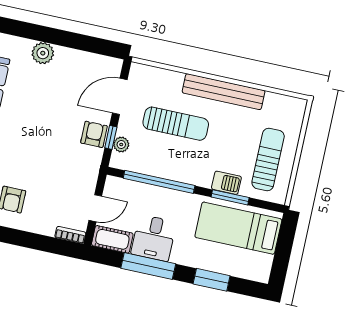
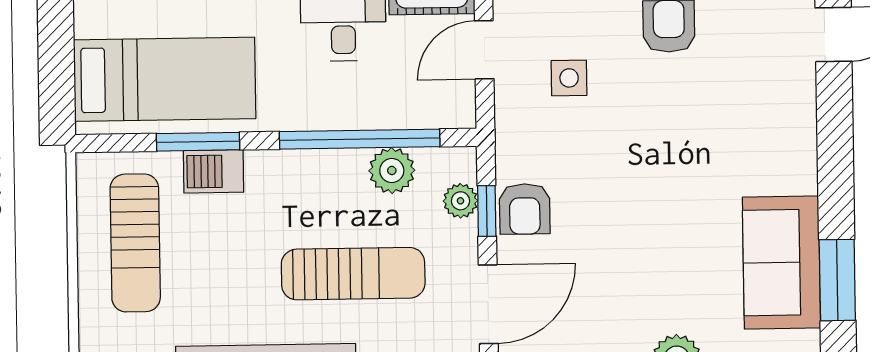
sun lounger: (176, 124) -> (353, 274), turned 180
plant: (148, 165) -> (392, 171), added
side table: (61, 187) -> (569, 78), added

